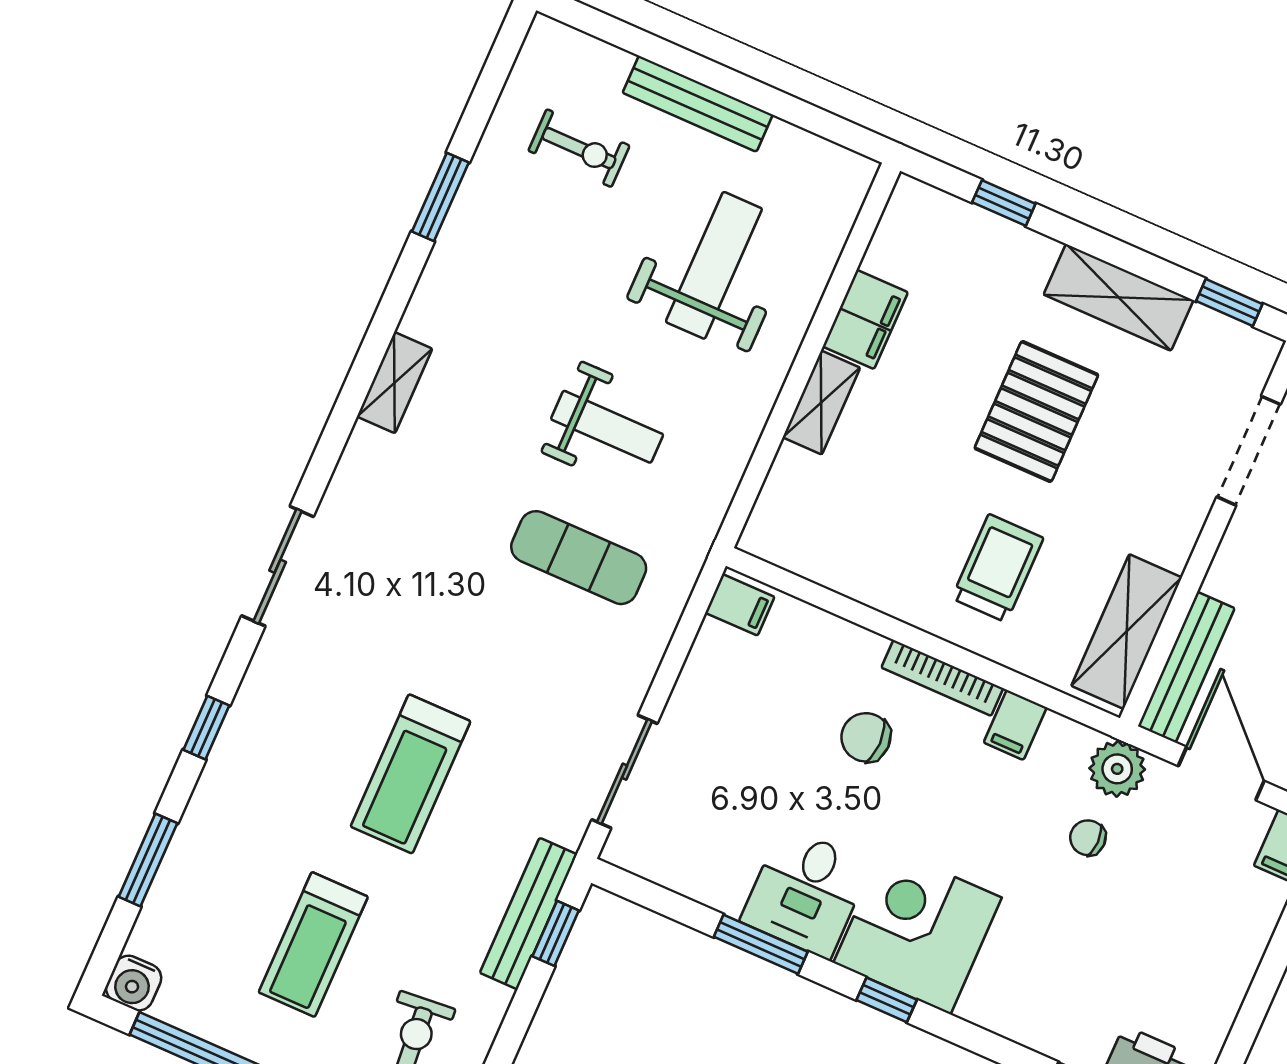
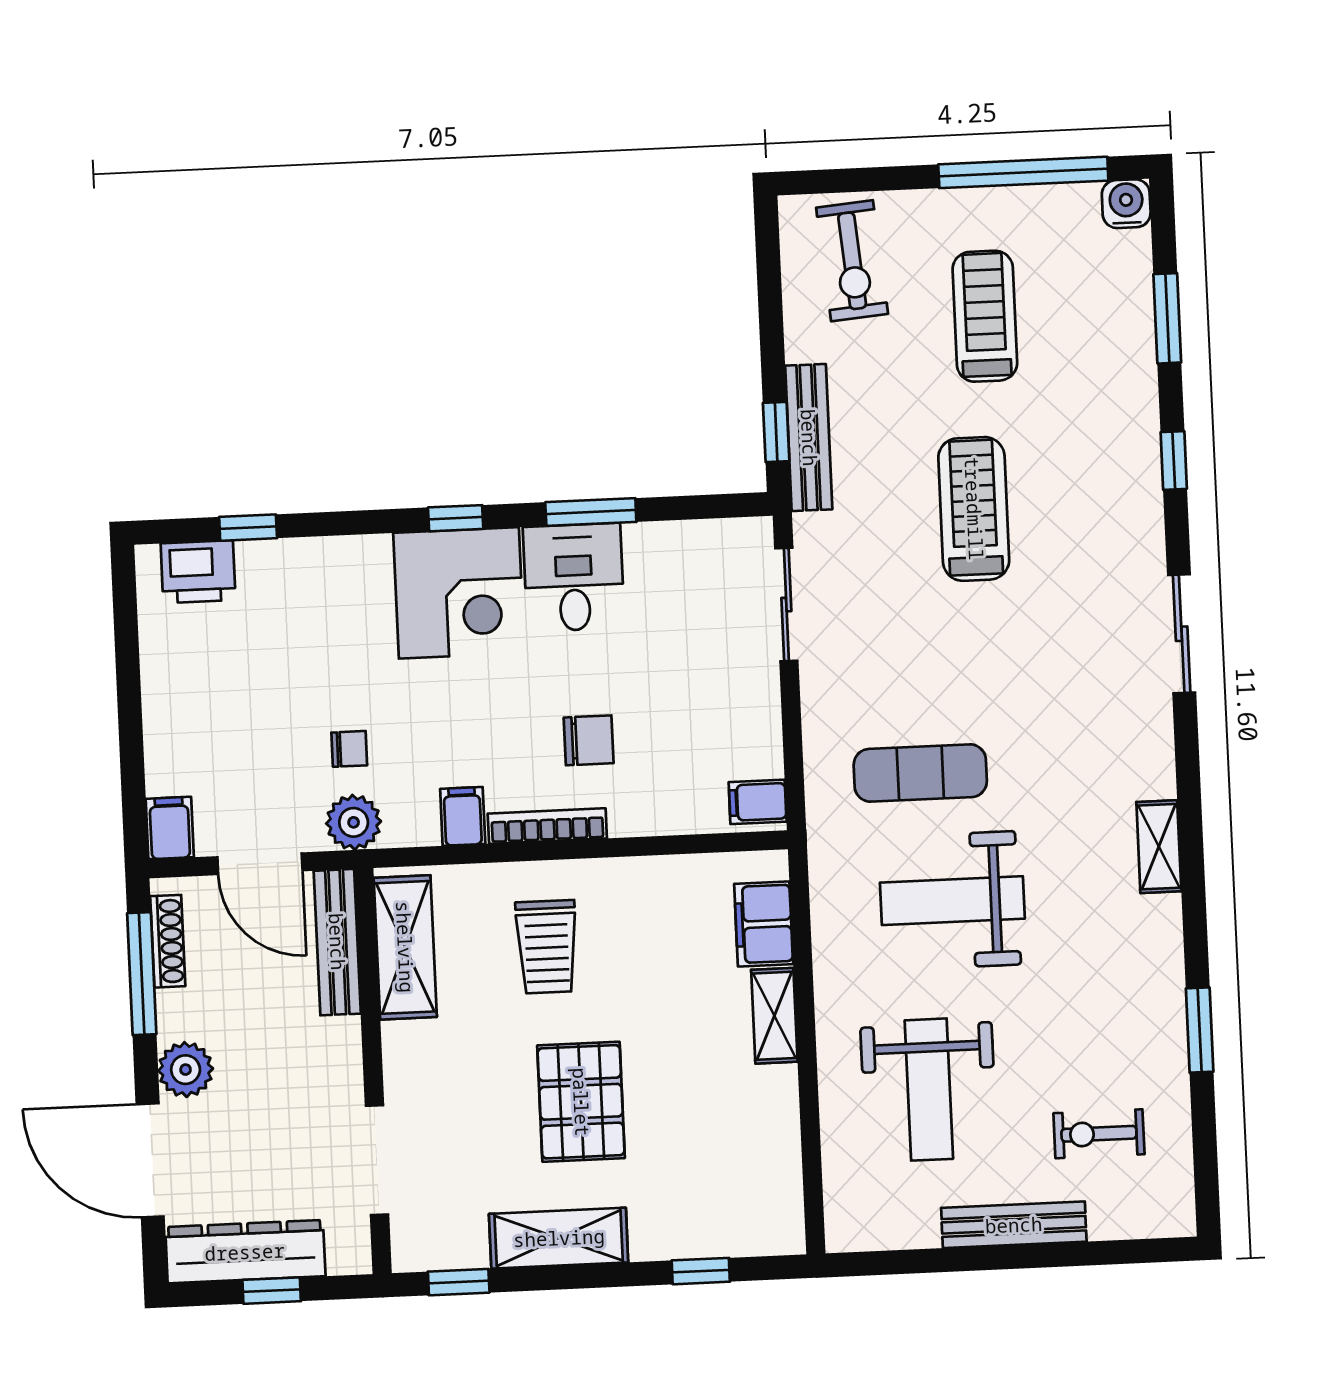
filing cabinet: (865, 319) -> (764, 924), moved
weight bench: (607, 427) -> (952, 901), width x1.36, depth x1.33

